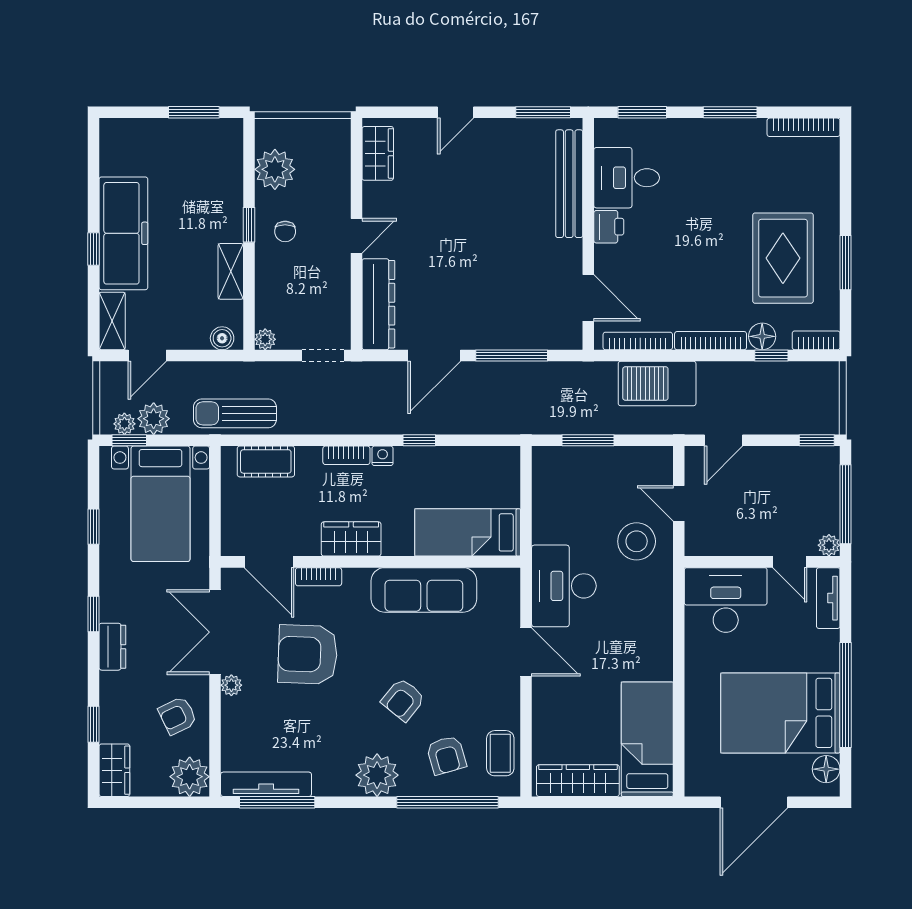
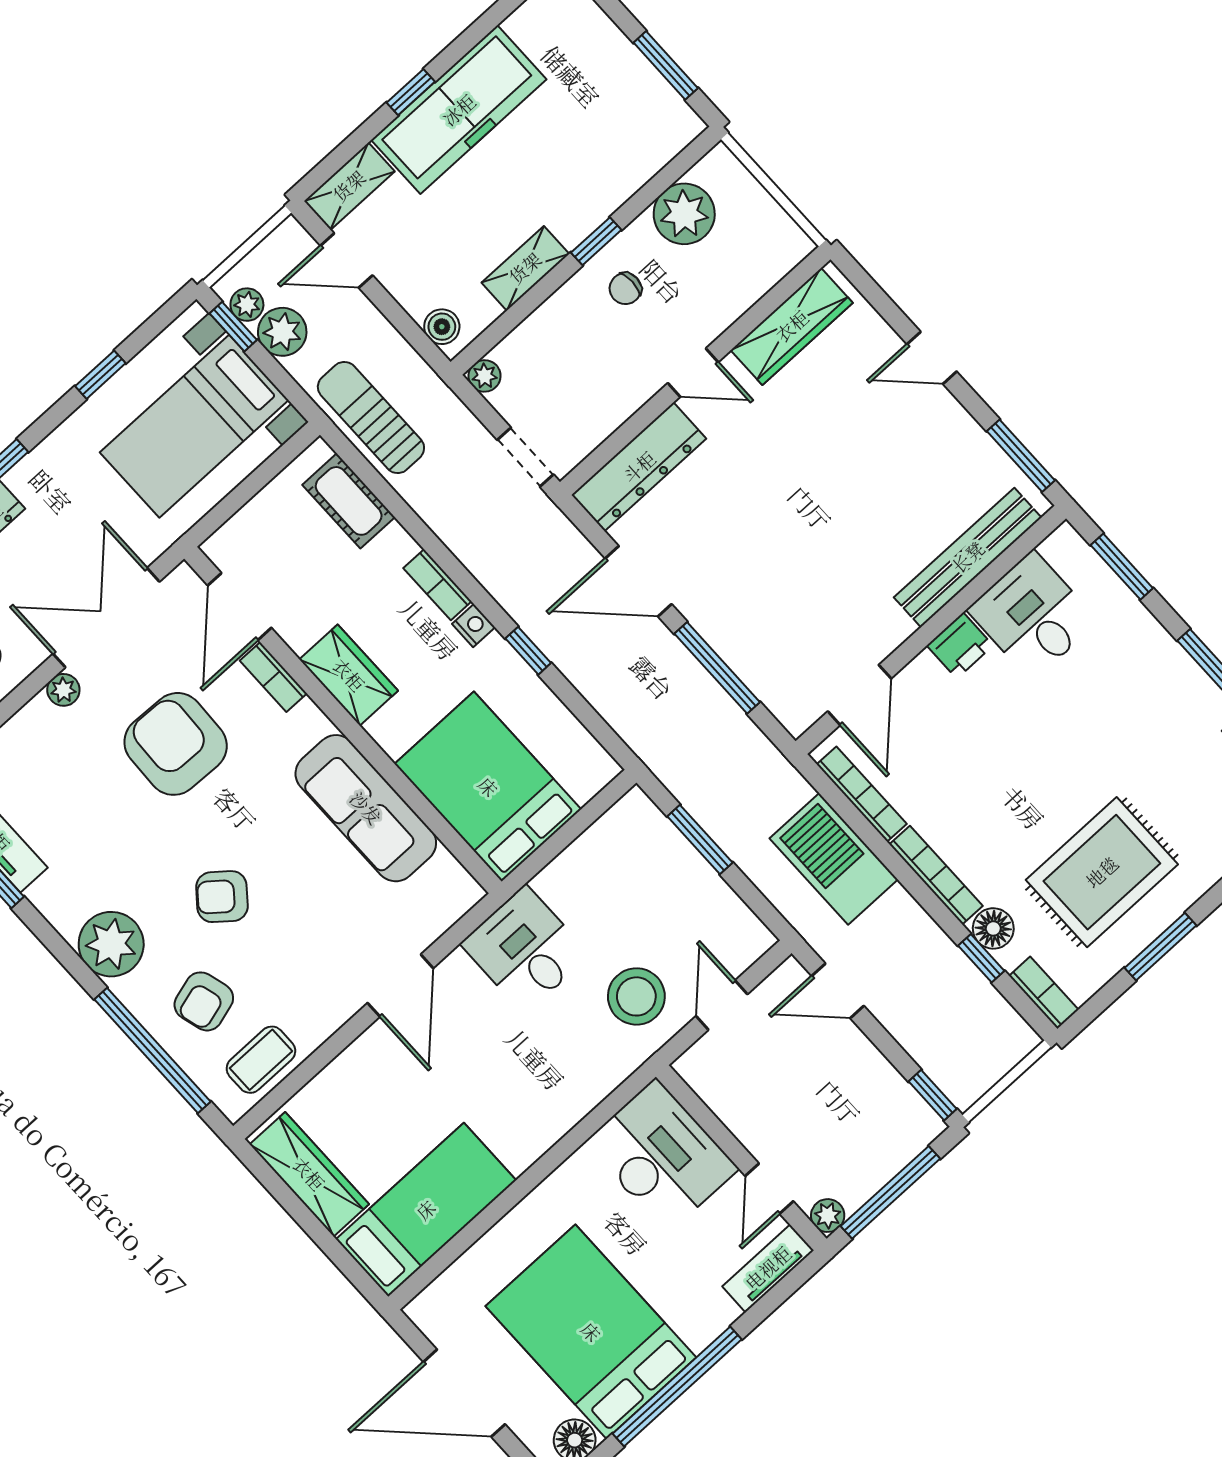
wardrobe: (378, 153) -> (792, 326), width x1.50
bed: (468, 532) -> (488, 787), width x1.50
desk: (564, 586) -> (525, 949), width x0.73

